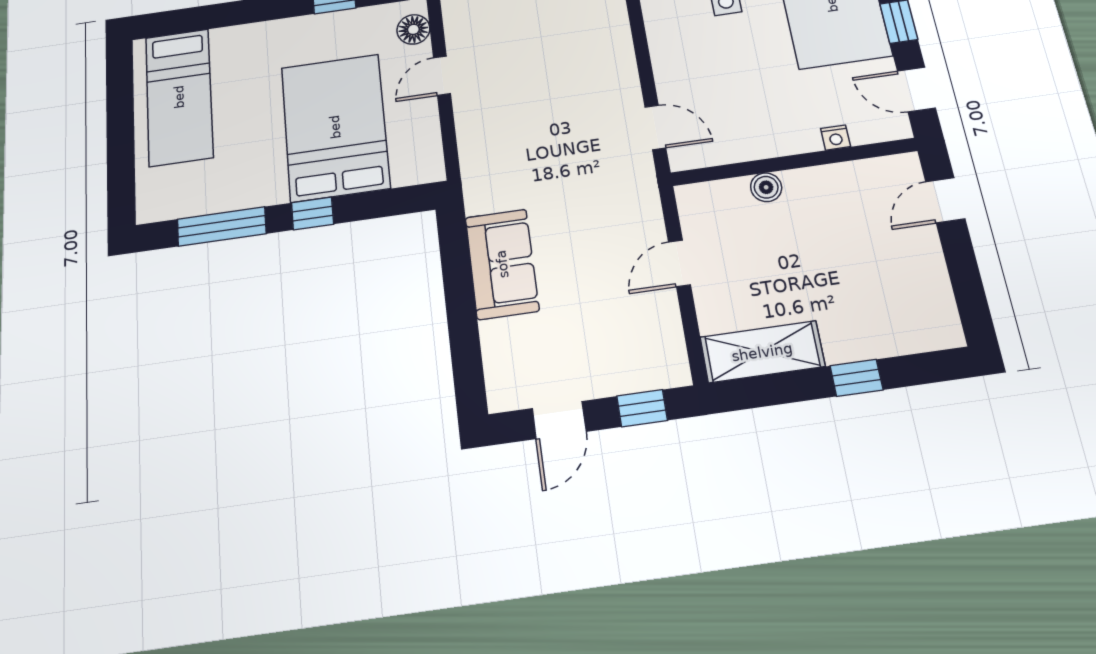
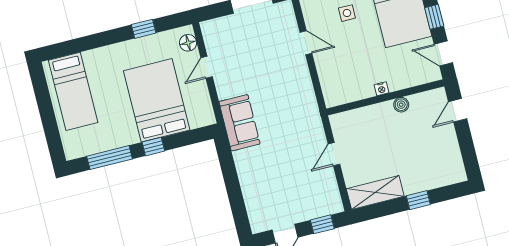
door: (655, 127) -> (306, 43), moved
nightstand: (836, 138) -> (381, 89), moved
boiler: (766, 187) -> (401, 105), moved
sofa: (502, 264) -> (239, 123), moved

